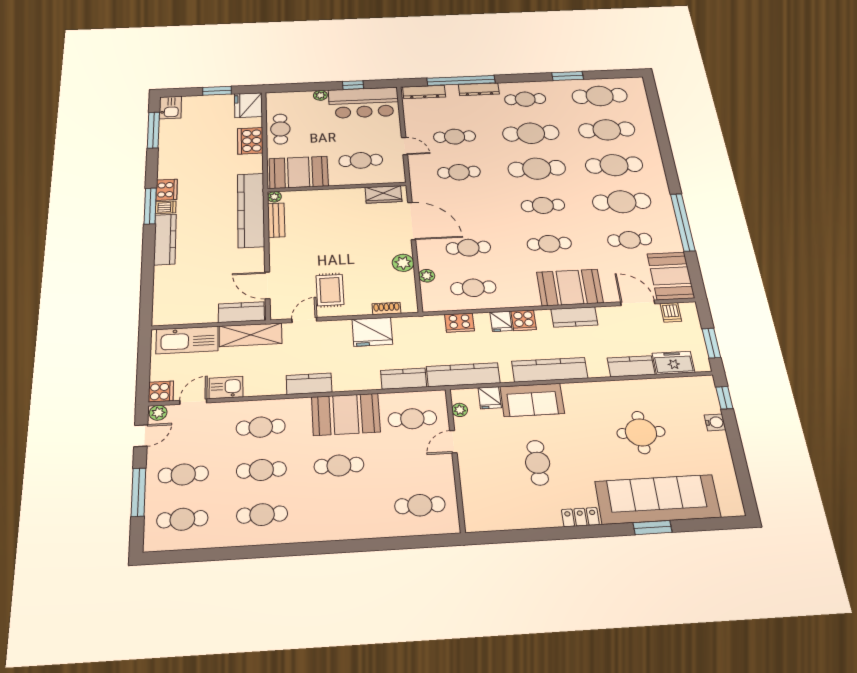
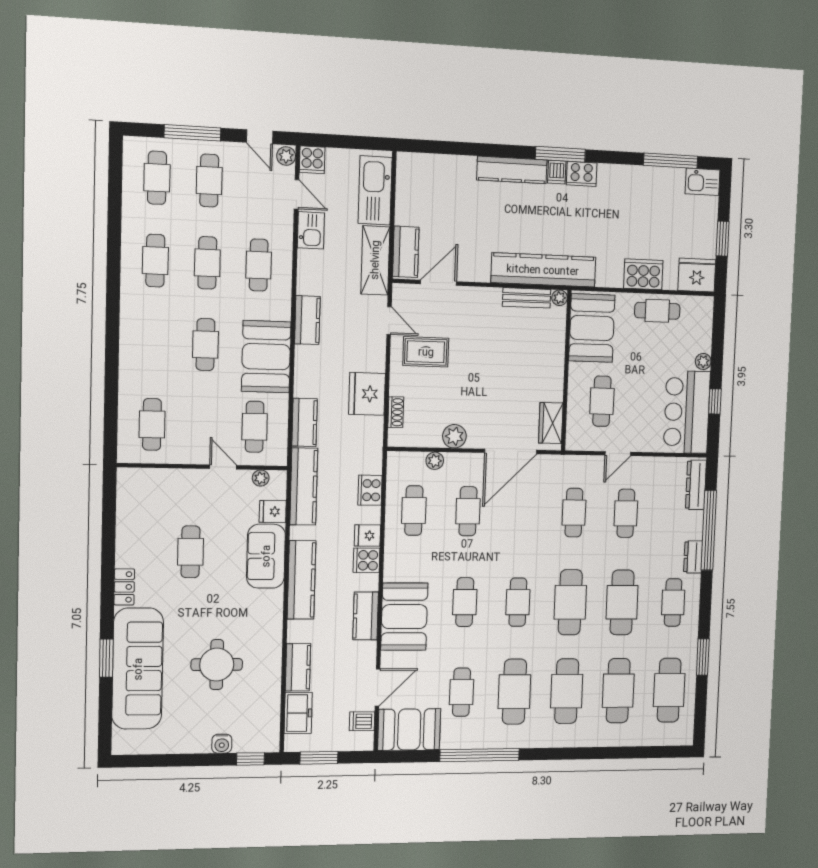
dresser: (479, 89) -> (693, 557), width x0.70
cafe table: (538, 463) -> (191, 552), turned 90

